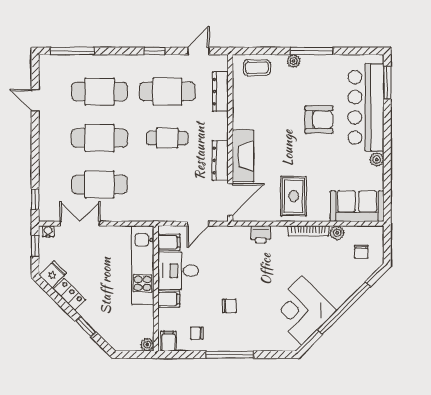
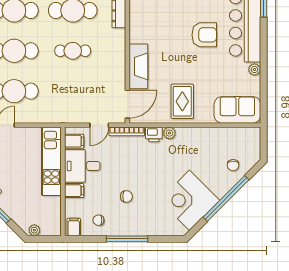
dresser: (220, 160) -> (119, 70), removed
bookcase: (308, 231) -> (127, 131), moved
plant: (337, 233) -> (169, 133), moved
chair: (361, 252) -> (233, 165), moved
plant: (147, 345) -> (34, 230), moved

